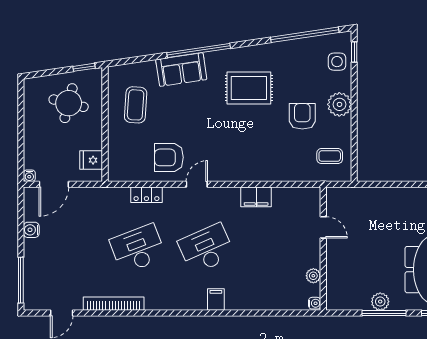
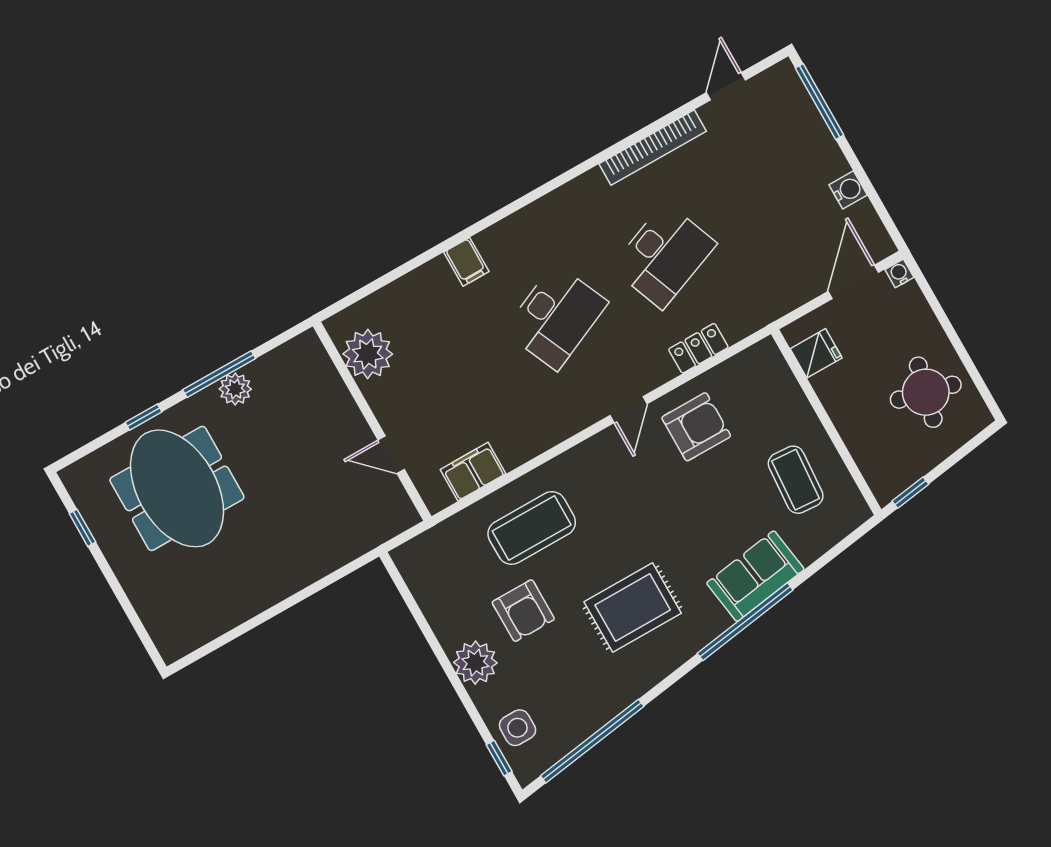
round table: (69, 103) -> (926, 392), moved
coffee table: (330, 156) -> (532, 528), moved, width x1.86, depth x1.72
filing cabinet: (256, 197) -> (473, 472), moved
plant: (313, 276) -> (368, 354), width x1.87, depth x1.87
filing cabinet: (216, 300) -> (466, 262), moved
water cooler: (315, 303) -> (337, 328), removed

